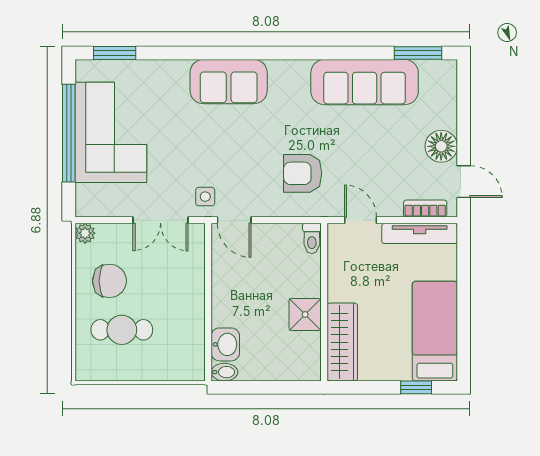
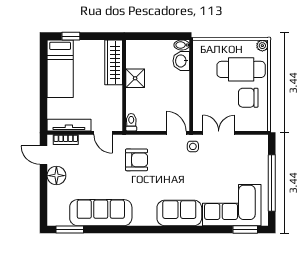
corner sofa: (111, 132) -> (232, 205), moved, turned 90
plant: (85, 233) -> (262, 46), moved
cafe table: (122, 330) -> (241, 69), width x1.37, depth x1.35

